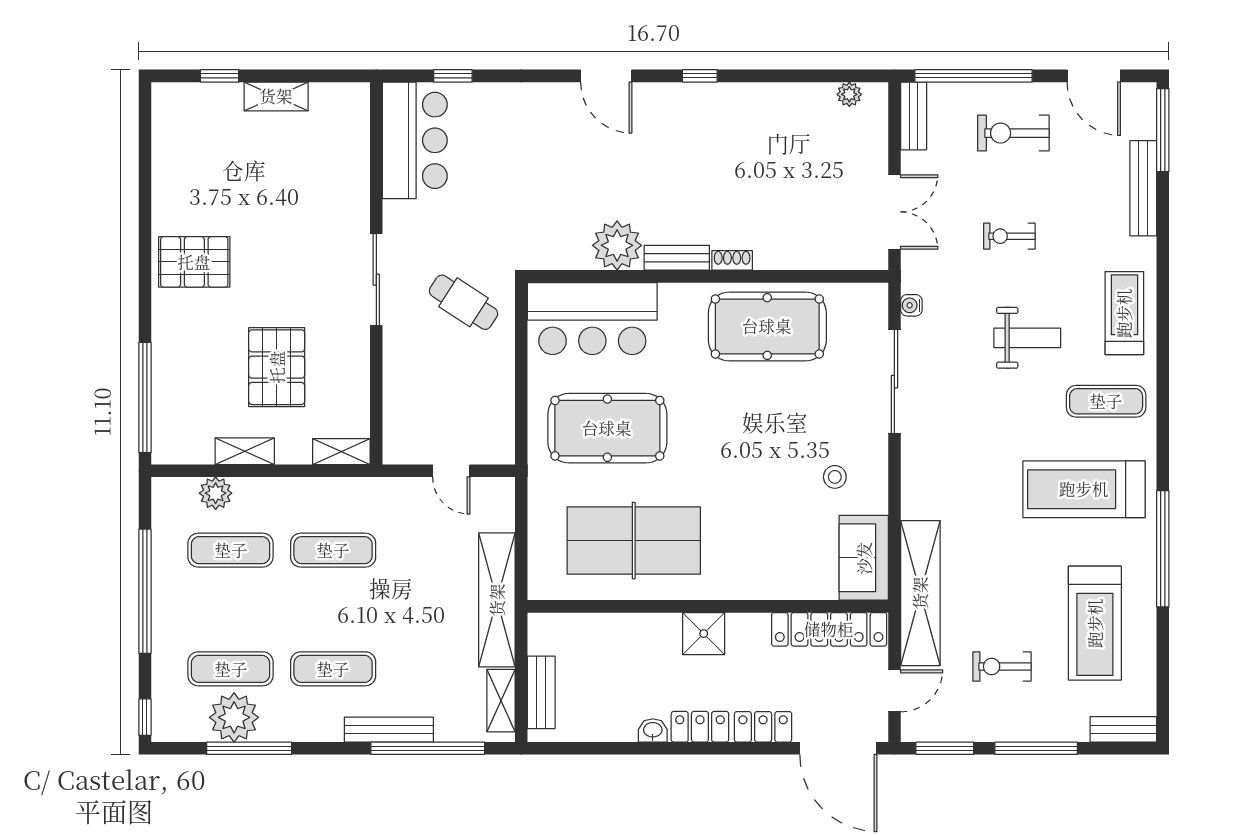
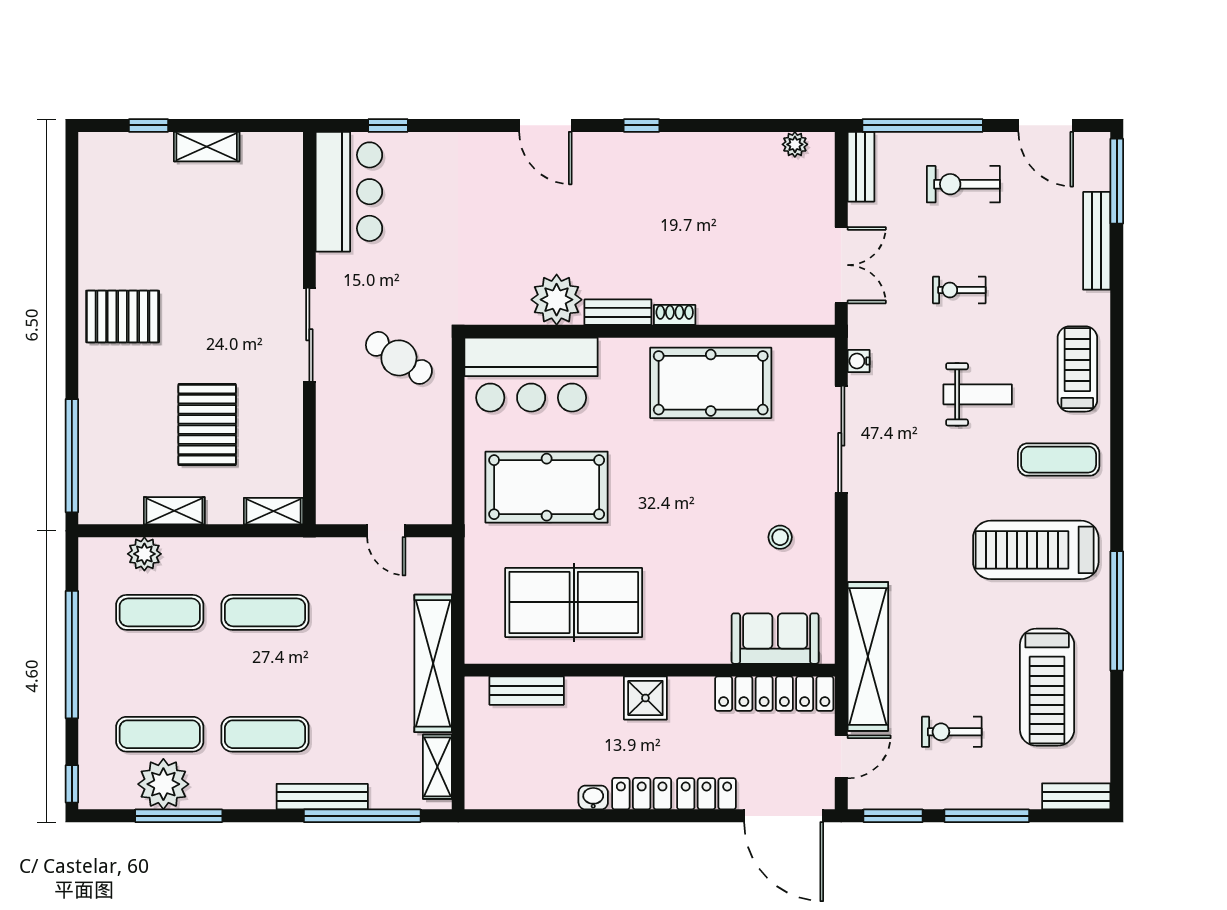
sofa: (864, 558) -> (775, 639), moved, turned 90
bench: (541, 692) -> (527, 691), moved, turned 90

